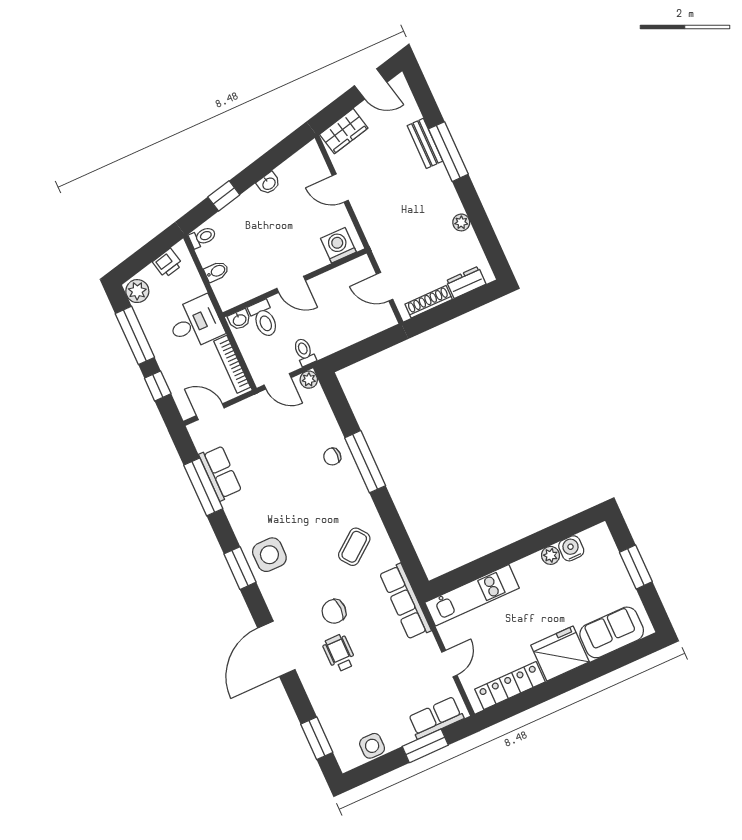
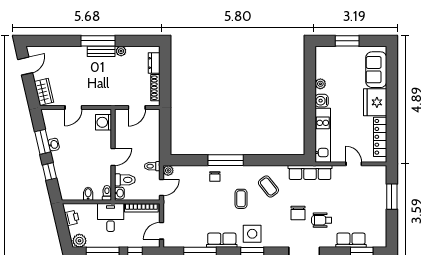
bench: (425, 143) -> (101, 51), moved
window: (448, 152) -> (98, 41), moved
window: (265, 164) -> (43, 142), added
toilet: (203, 237) -> (107, 193), moved
row of seats: (220, 473) -> (222, 240), moved
coffee table: (316, 513) -> (241, 199), added
water cooler: (571, 548) -> (322, 101), moved
row of seats: (436, 718) -> (351, 240), moved, turned 90
side table: (372, 746) -> (379, 225), removed

